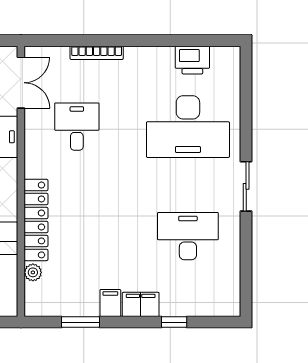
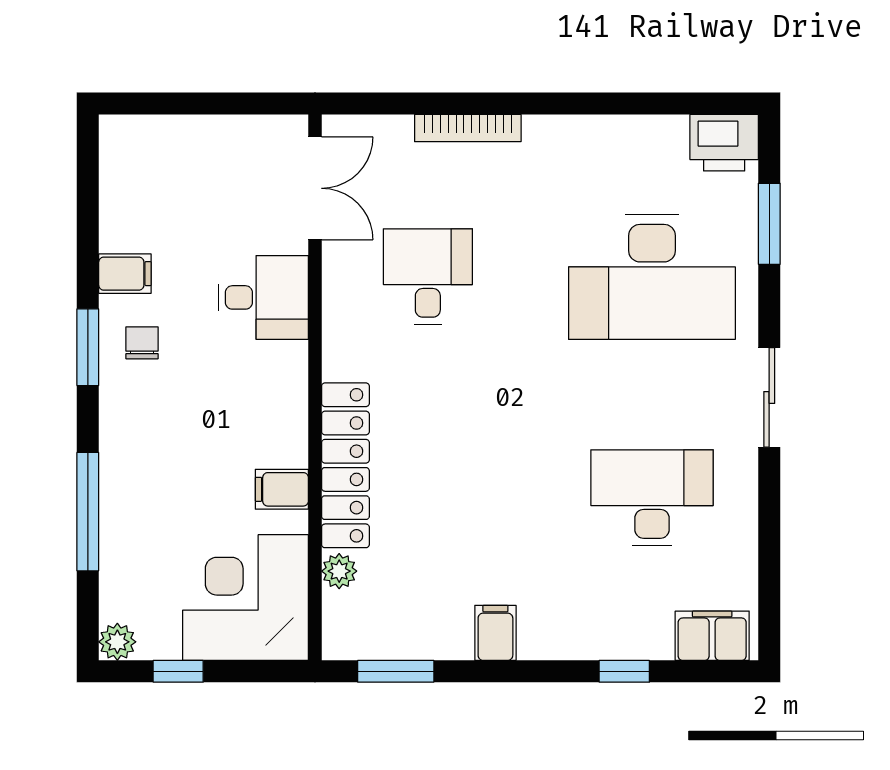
printer: (192, 60) -> (724, 143), moved
window: (246, 100) -> (769, 224), added
filing cabinet: (141, 304) -> (712, 636), moved
window: (80, 322) -> (396, 671), moved

